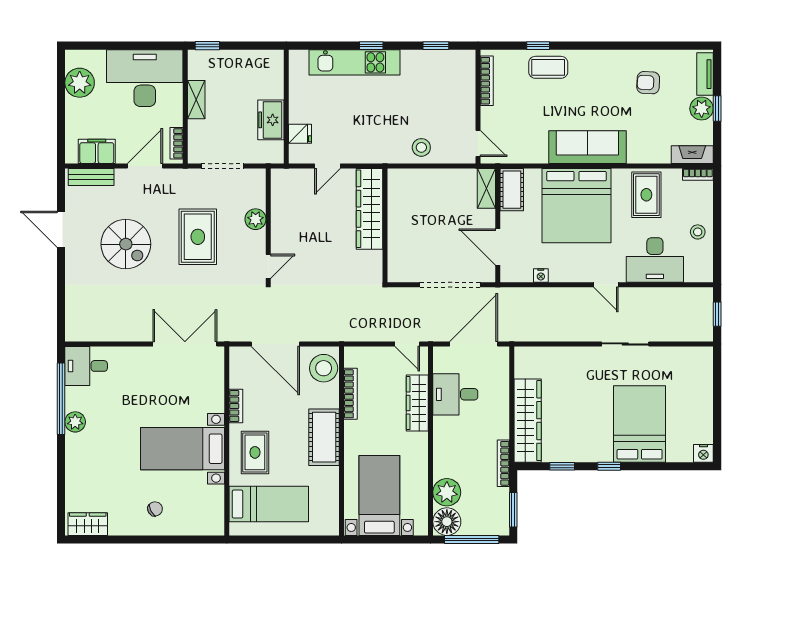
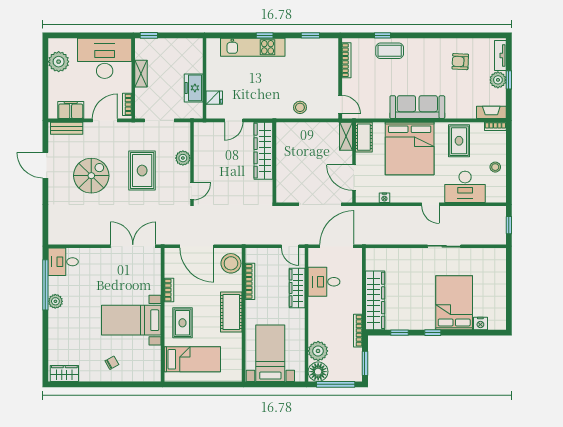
spiral stairs: (126, 244) -> (91, 176), turned -90
nightstand: (703, 453) -> (480, 323), moved

